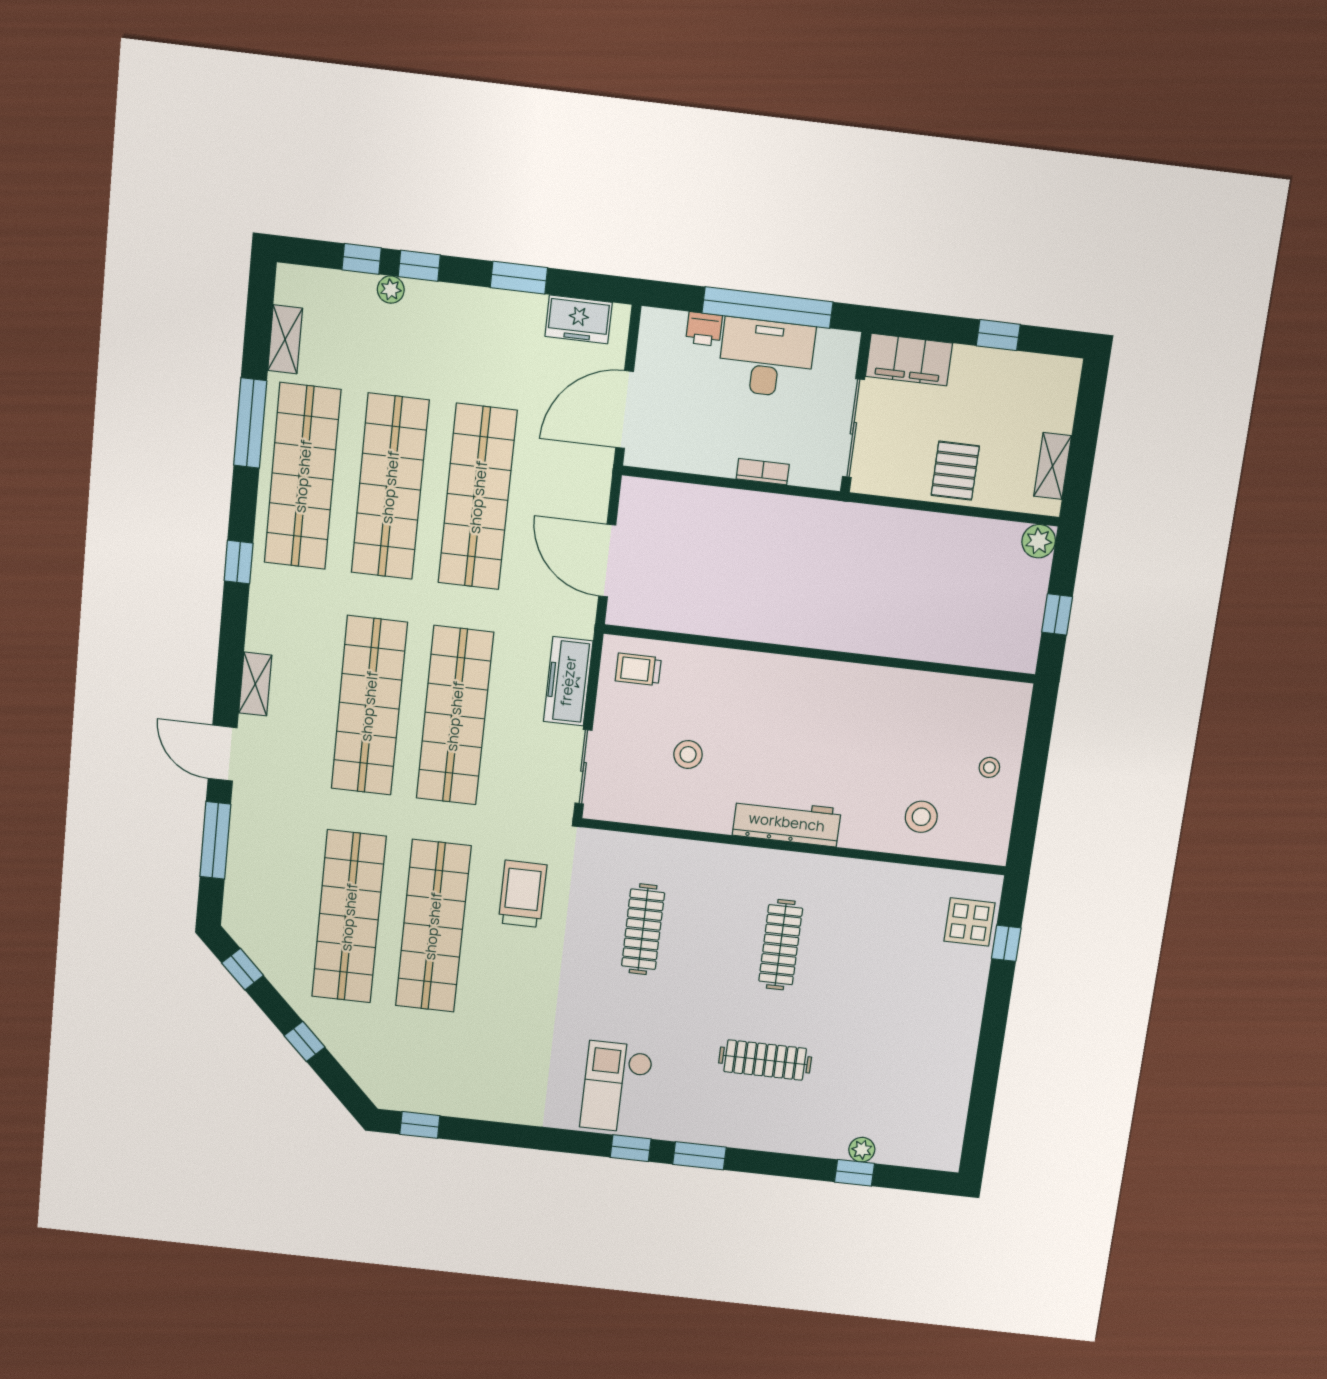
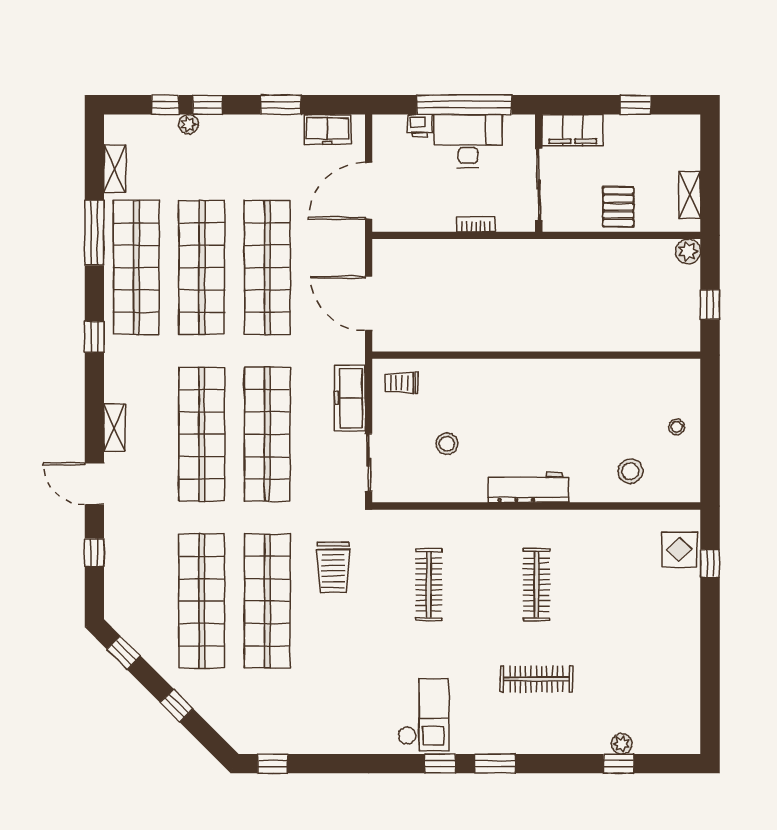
window: (215, 840) -> (94, 553), width x0.46
trolley: (523, 894) -> (333, 567), turned 180
checkout: (617, 1087) -> (423, 715), turned 180

